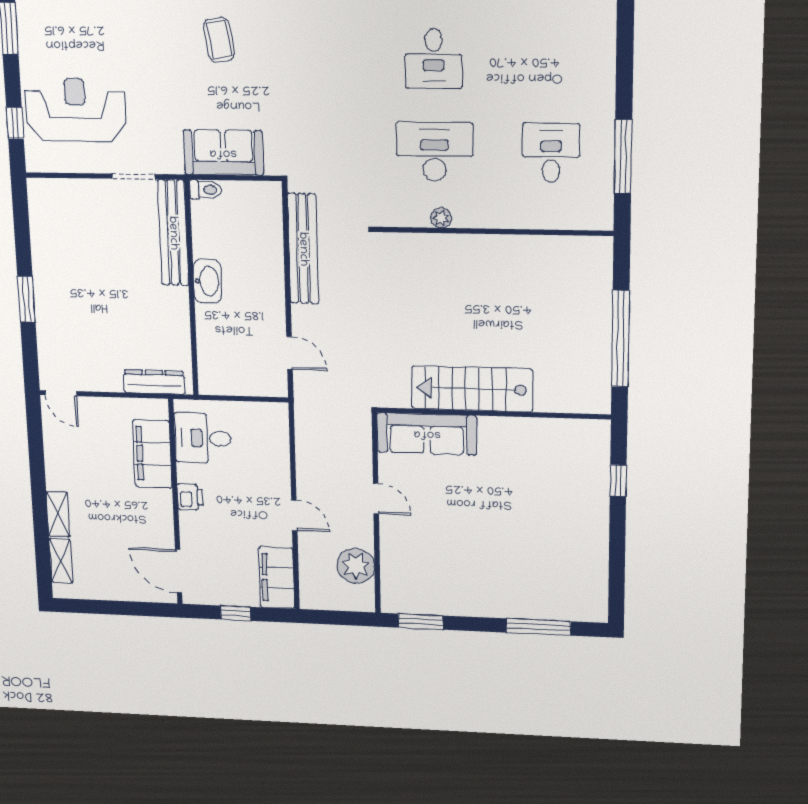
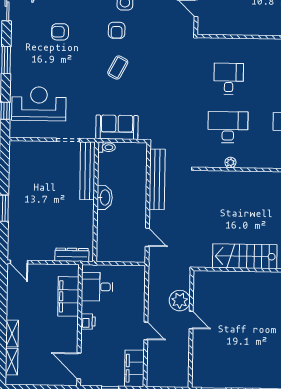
coffee table: (219, 40) -> (118, 68), turned 37
desk: (434, 59) -> (229, 79), turned 180
sofa: (427, 434) -> (220, 282), removed
plant: (356, 566) -> (180, 301), moved

